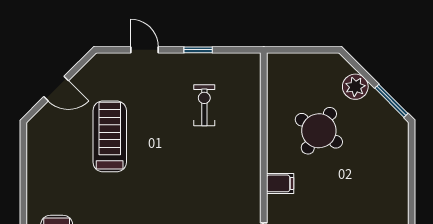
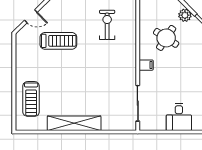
exercise bike: (204, 105) -> (107, 25), width x1.38, depth x1.39
treadmill: (110, 136) -> (58, 41), turned 90

